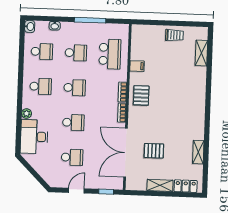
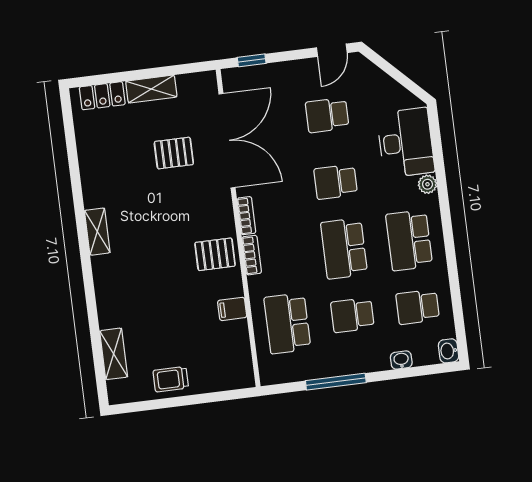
school desk: (41, 86) -> (409, 240), width x1.85
school desk: (75, 88) -> (344, 248), width x1.85
pallet: (141, 95) -> (215, 254), turned 90
shelving: (198, 152) -> (97, 232), moved
door: (76, 191) -> (332, 50), moved

